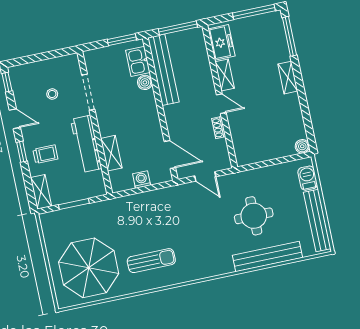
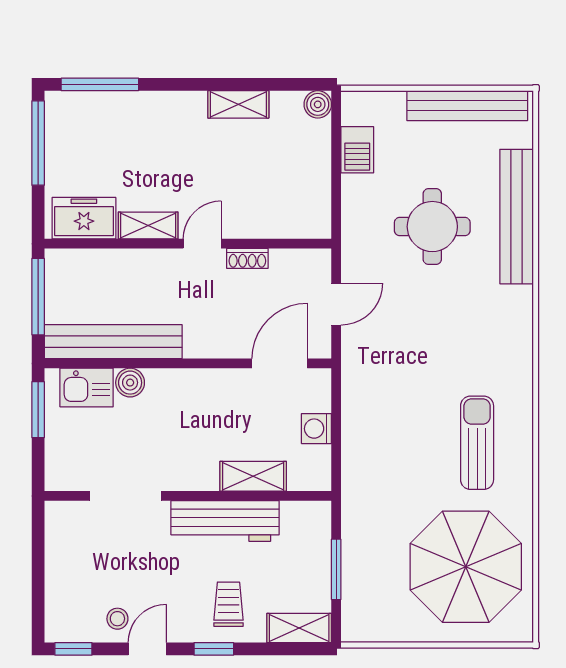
shelving: (288, 78) -> (238, 104), moved
stool: (52, 94) -> (117, 619), moved
barbecue: (308, 178) -> (357, 150), moved, turned -90

